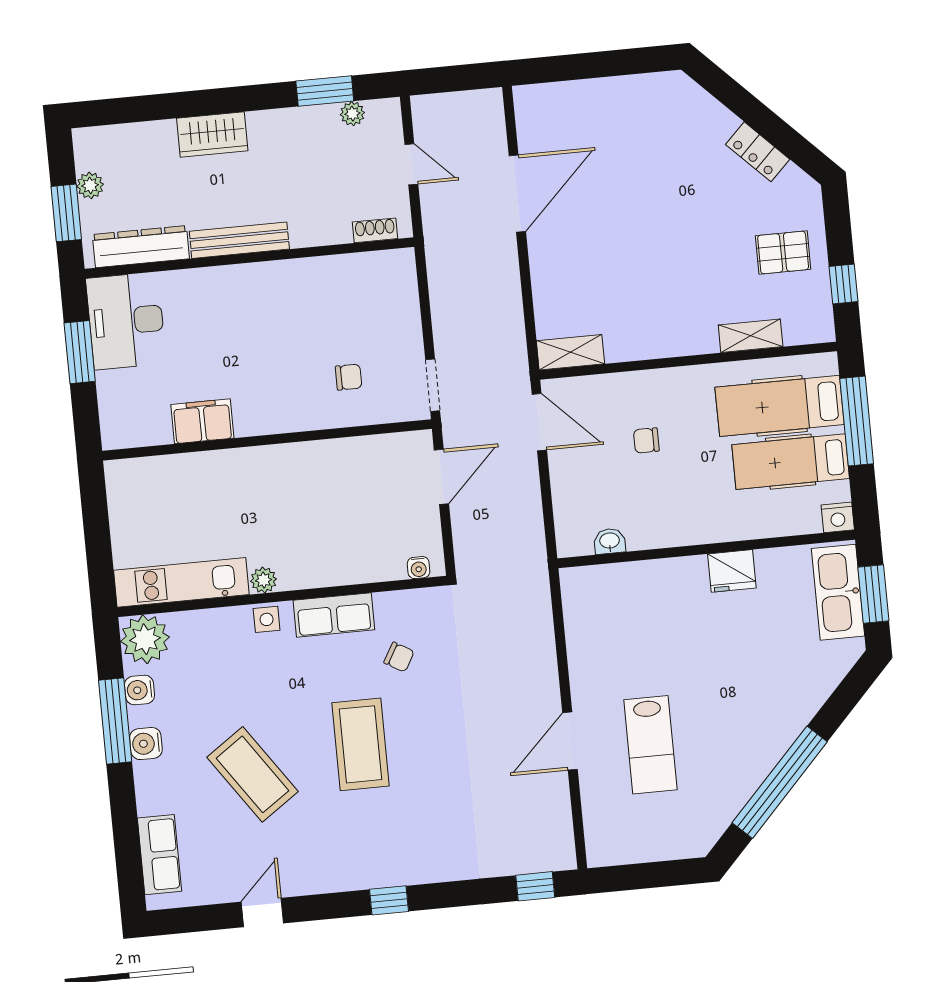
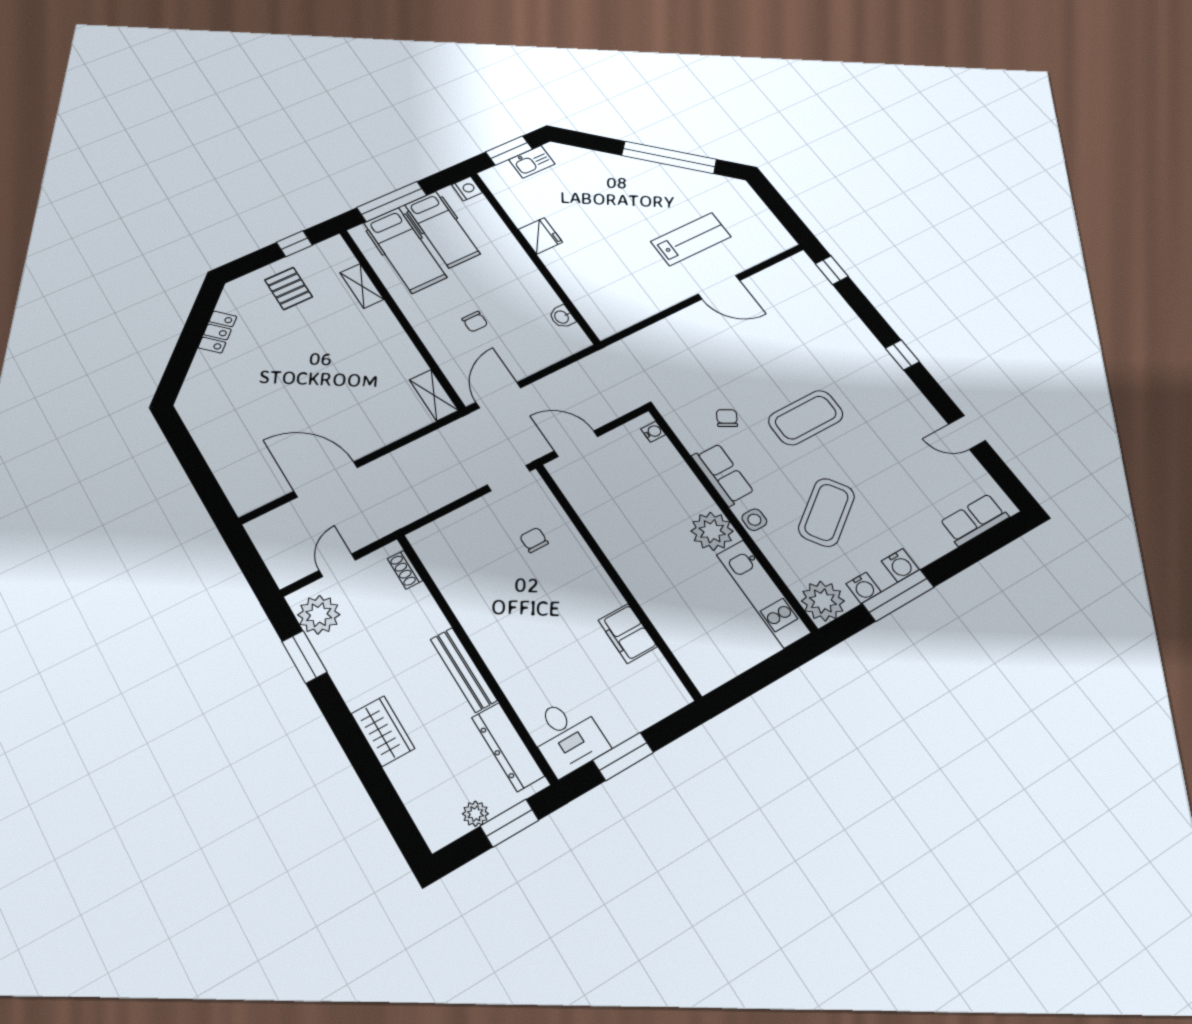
plant: (352, 114) -> (319, 615), width x1.88, depth x1.88
desk: (126, 321) -> (567, 736), width x0.73
plant: (264, 580) -> (712, 531), width x1.88, depth x1.88
kitchen sink: (838, 592) -> (532, 162), width x0.53, depth x0.81
coffee table: (252, 774) -> (827, 512), moved

